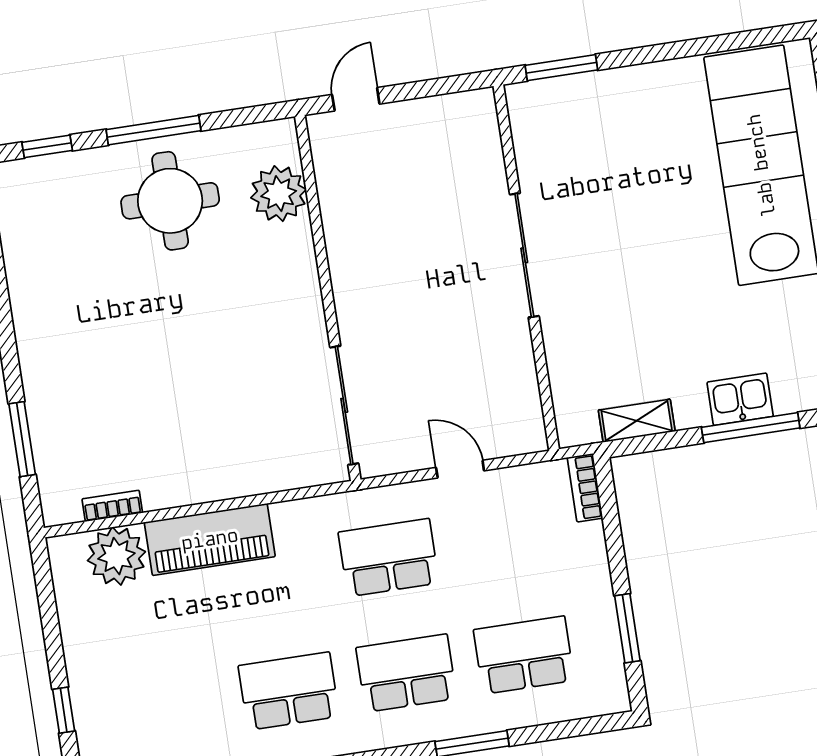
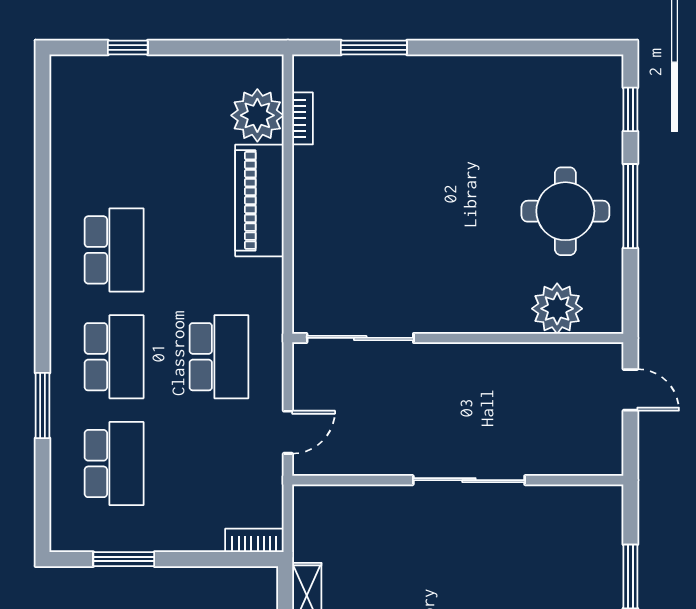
sliding door: (524, 255) -> (469, 480), moved
wall: (526, 268) -> (458, 480), moved

